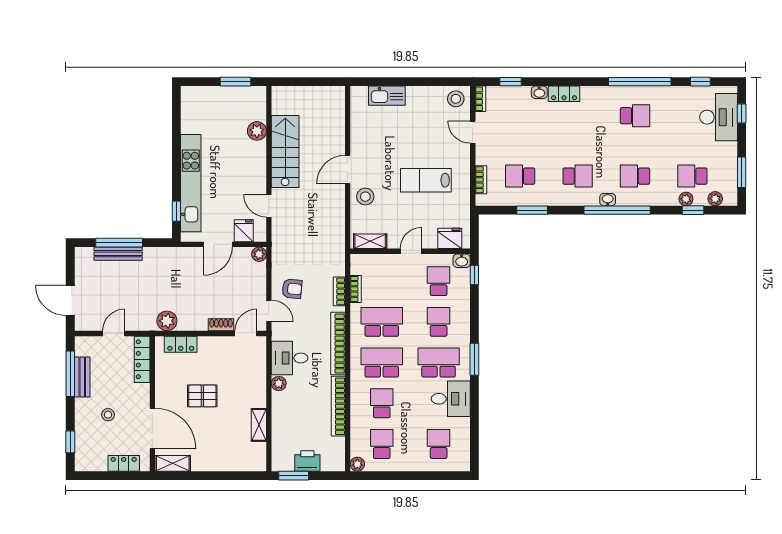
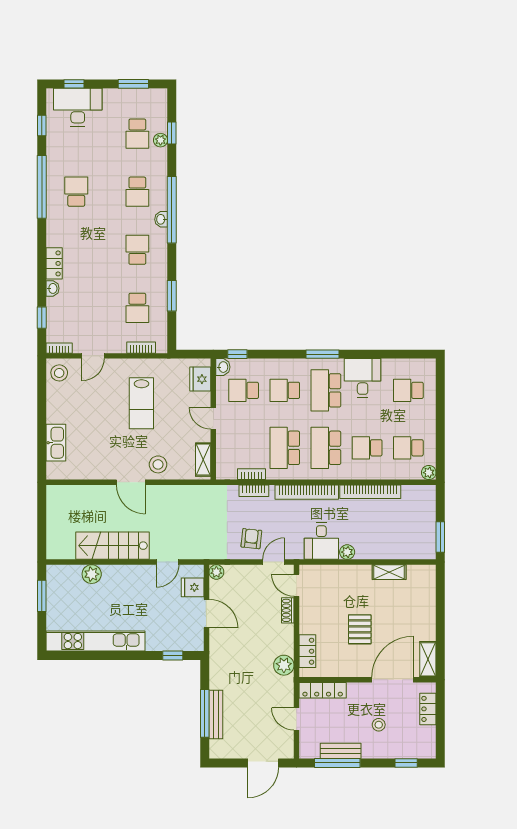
kitchen unit: (191, 183) -> (96, 641), moved
plant: (715, 199) -> (160, 110), removed
printer: (307, 461) -> (425, 523), removed

